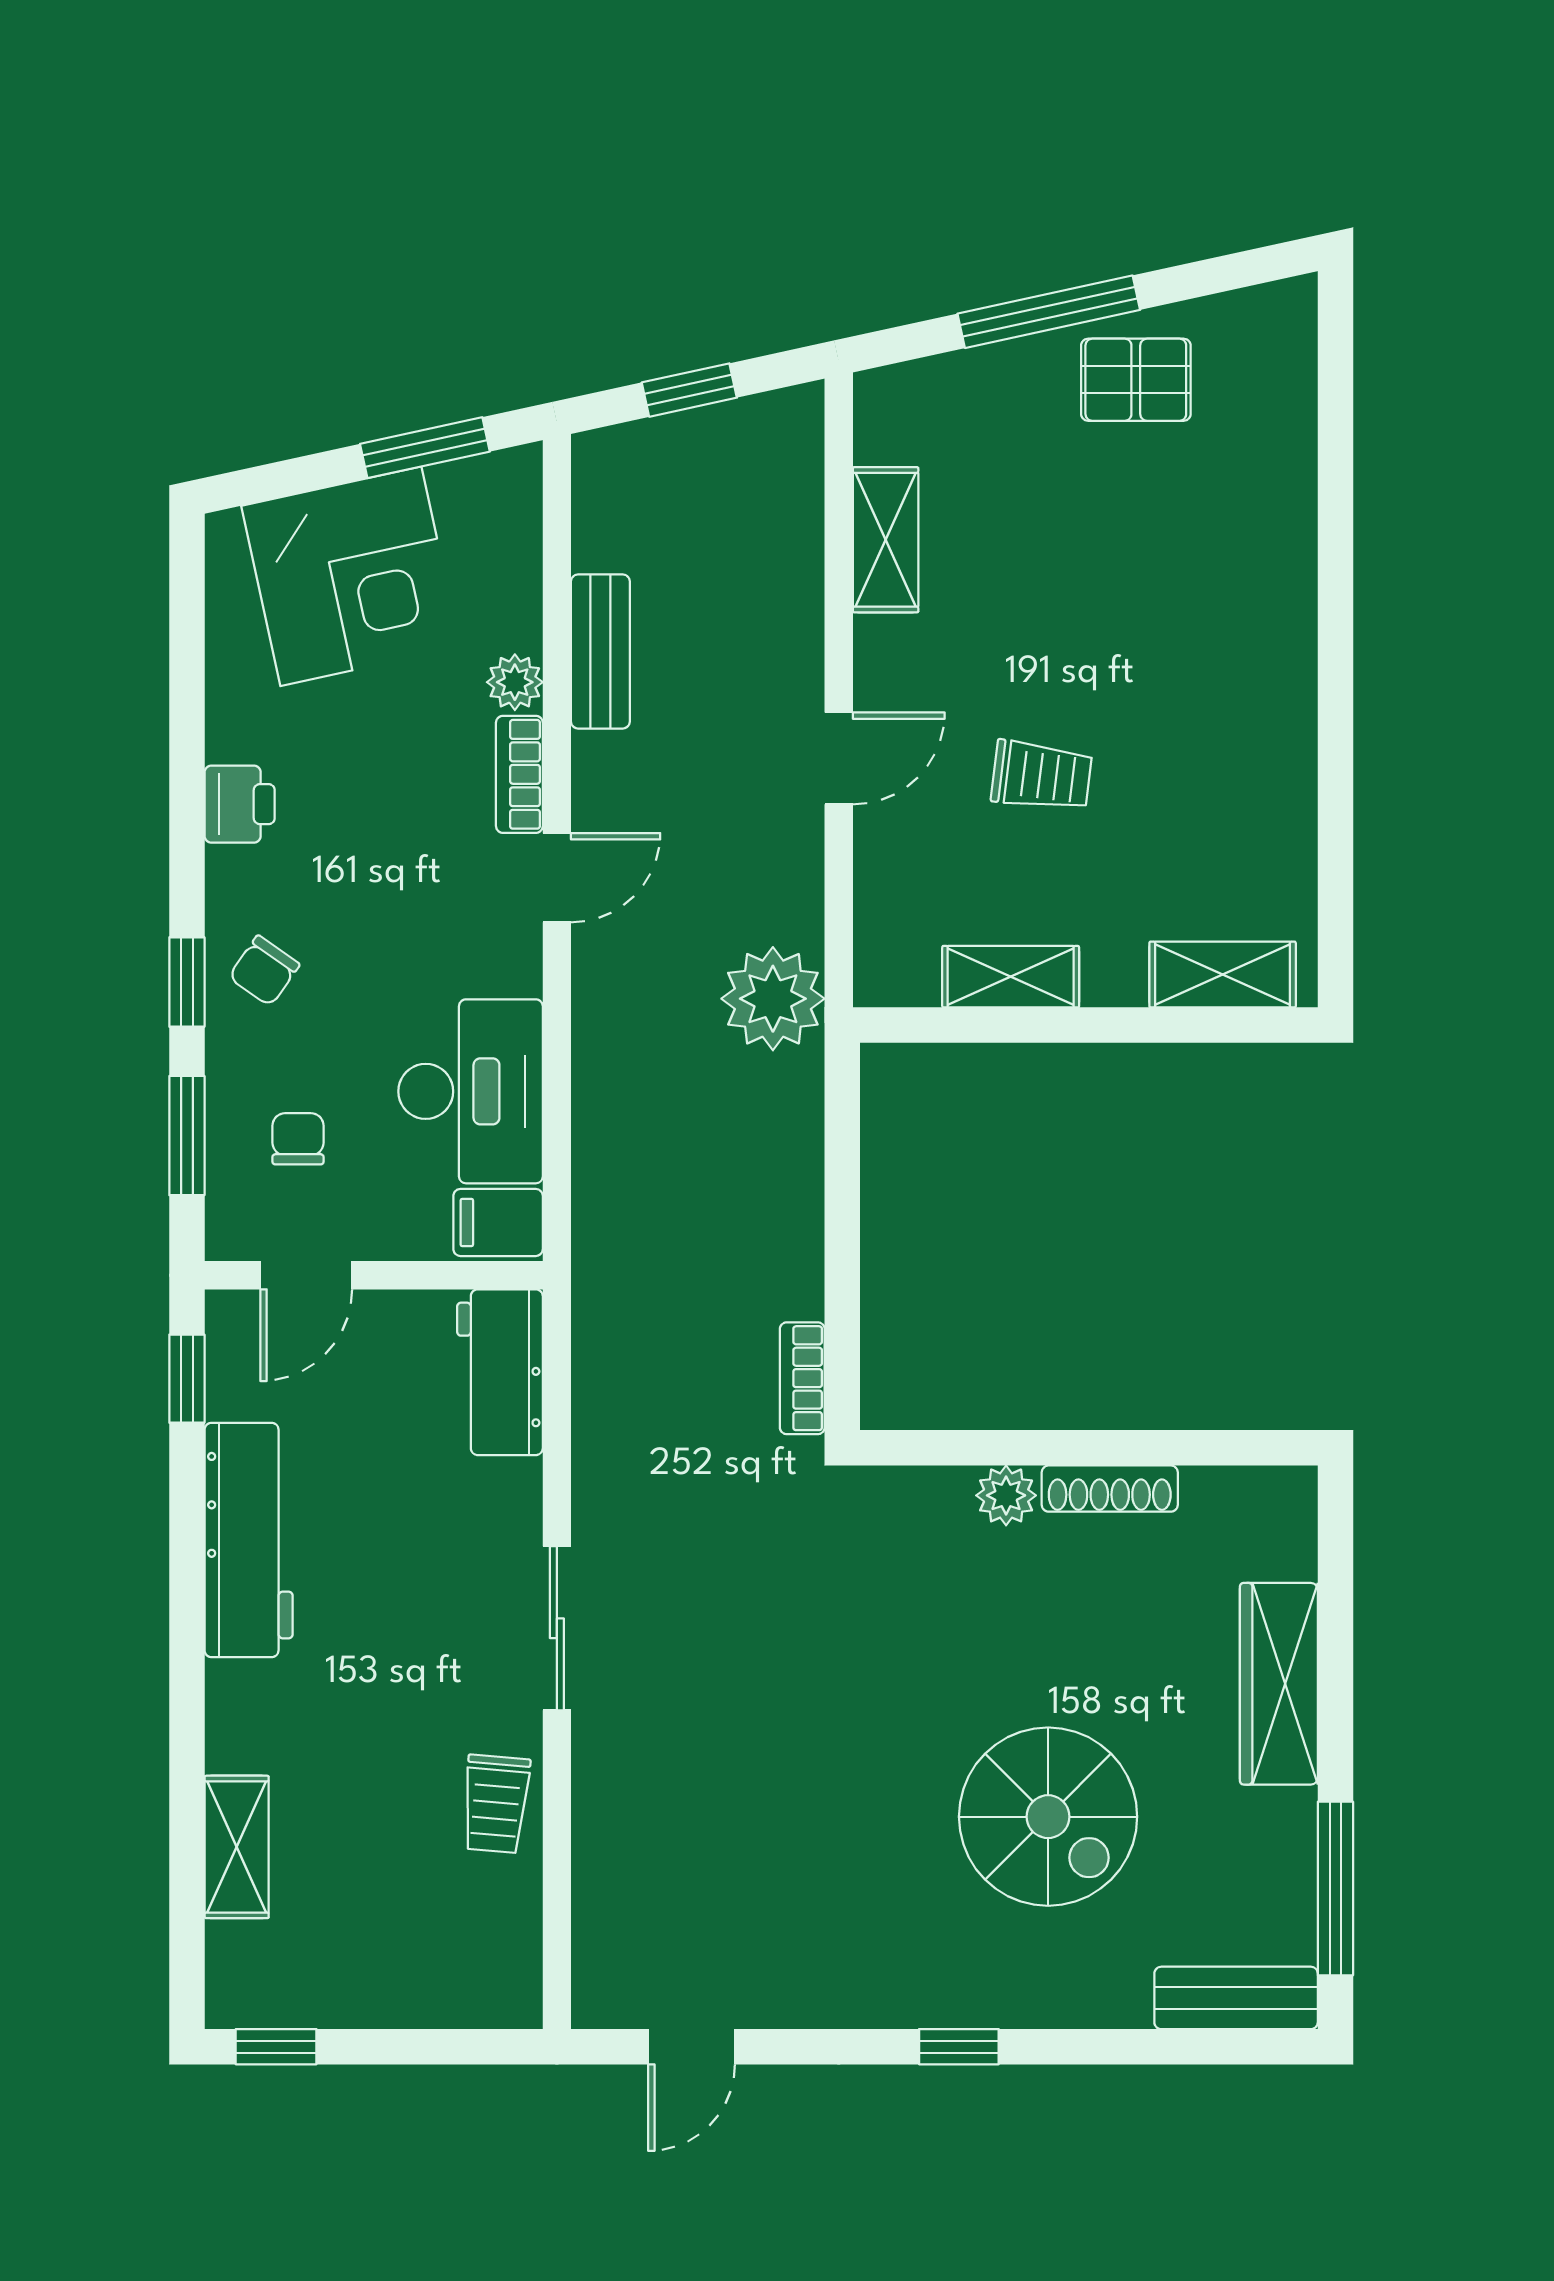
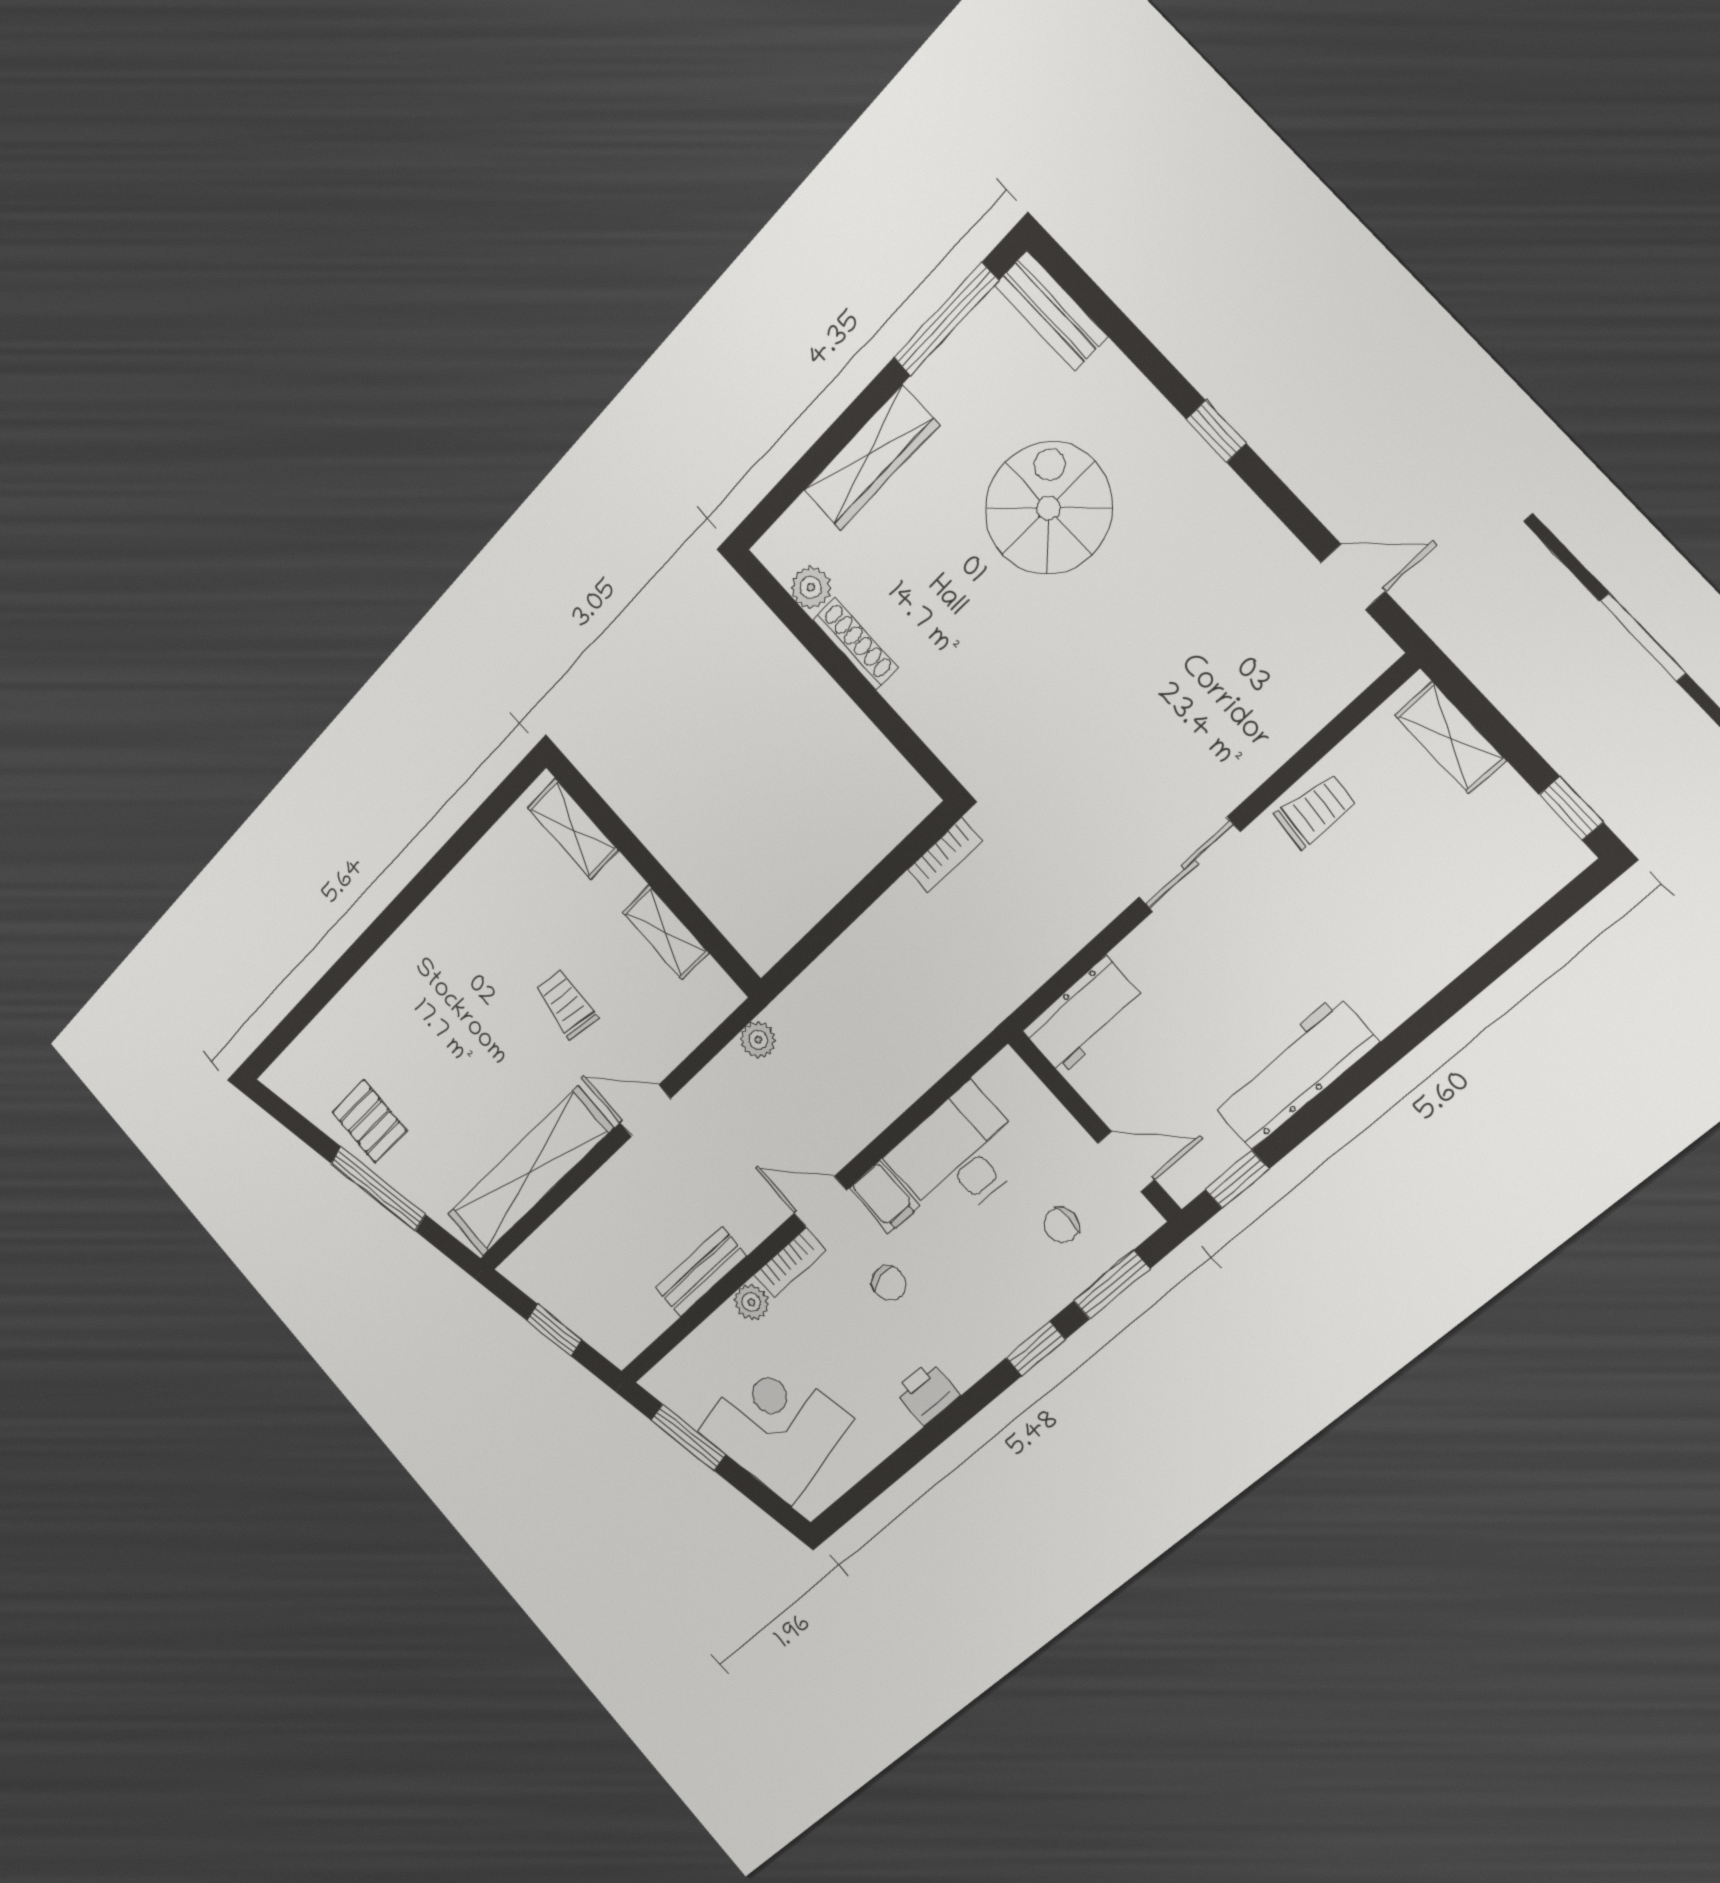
shelving: (886, 540) -> (530, 1172), width x2.20, depth x1.33
chair: (264, 971) -> (889, 1283), moved, turned 43
plant: (773, 999) -> (758, 1040), width x0.53, depth x0.53
filing cabinet: (498, 1222) -> (884, 1197), moved
plant: (1006, 1495) -> (811, 587), moved
shelving: (237, 1847) -> (1450, 738), moved, turned 90

